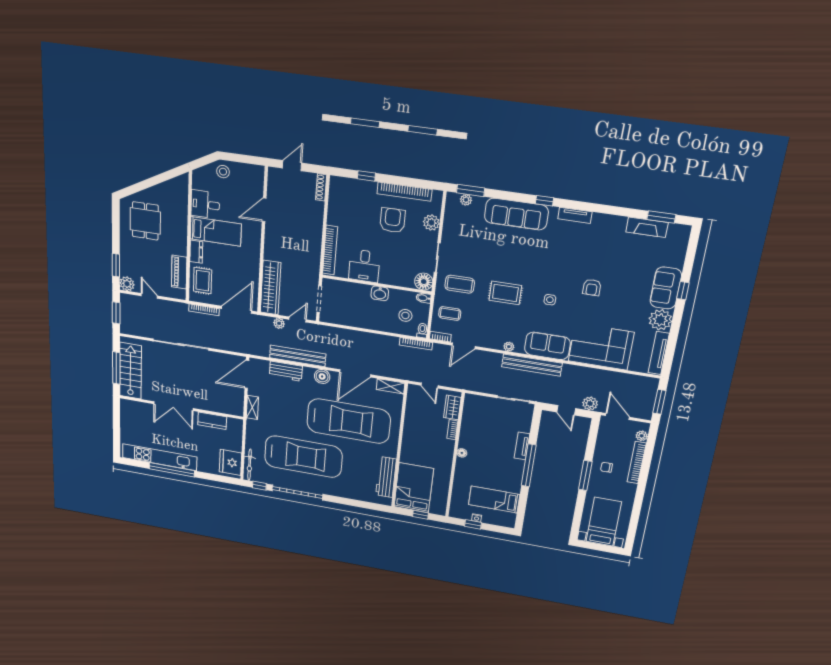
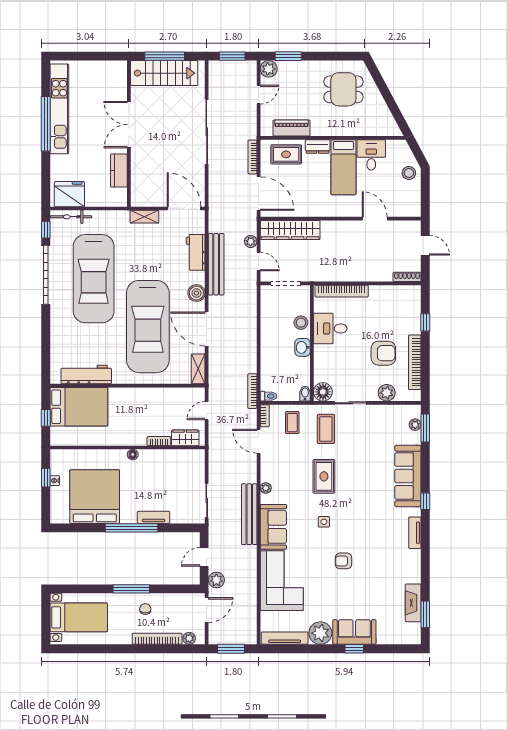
stool: (405, 315) -> (301, 323), moved
bed: (494, 500) -> (95, 497), width x2.04

